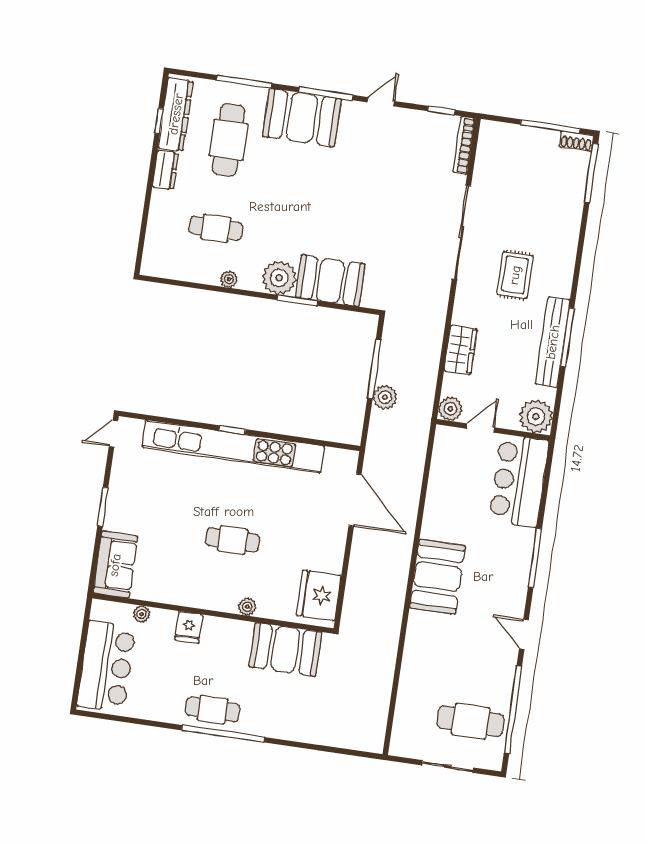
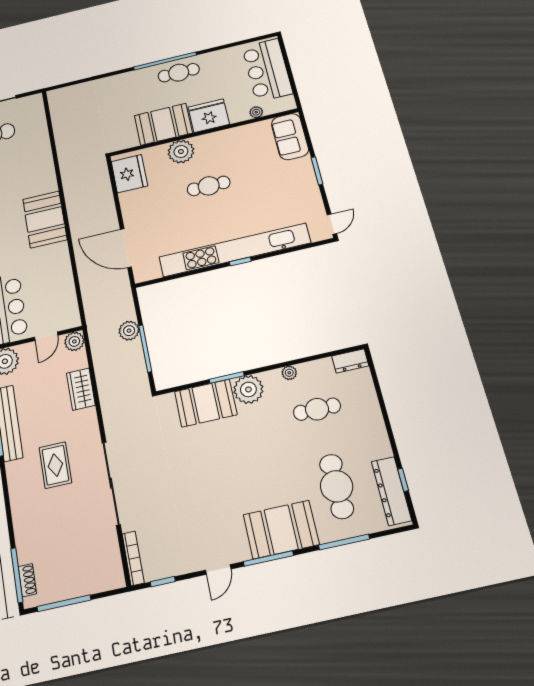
shoe rack: (576, 141) -> (27, 580), moved, turned 90
dresser: (165, 170) -> (350, 361), moved, turned -90
plant: (247, 607) -> (181, 152), width x1.88, depth x1.88
fridge: (189, 627) -> (209, 116), width x1.88, depth x1.34
booth: (285, 649) -> (163, 124), moved

